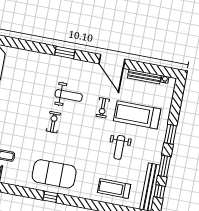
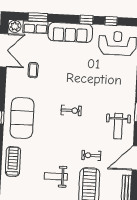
weight bench: (69, 95) -> (118, 126), moved
treadmill: (114, 188) -> (13, 161), moved

